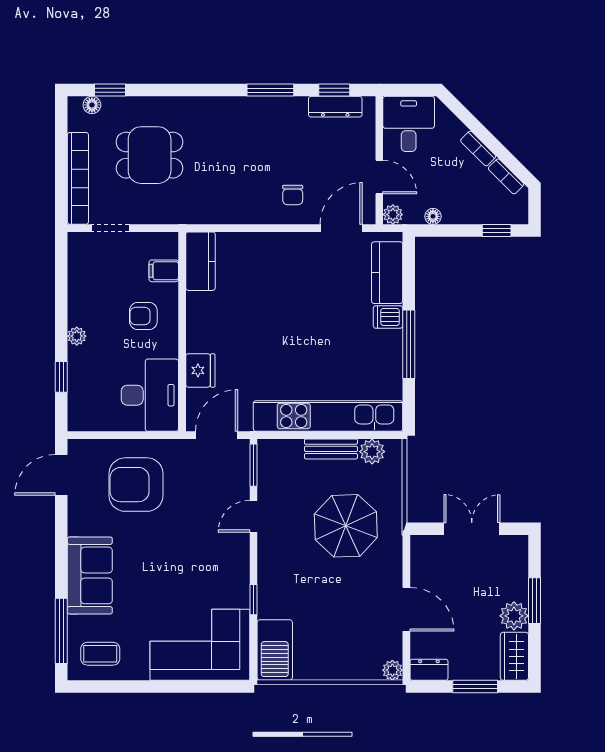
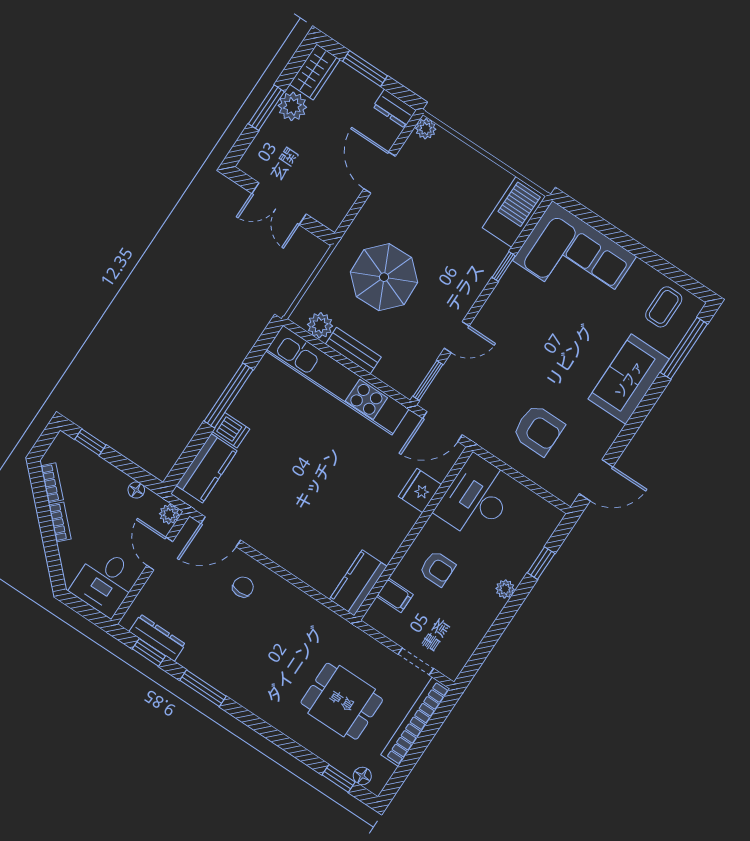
armchair: (136, 485) -> (538, 430), width x0.73, depth x0.73
coffee table: (100, 654) -> (664, 307), turned 90

